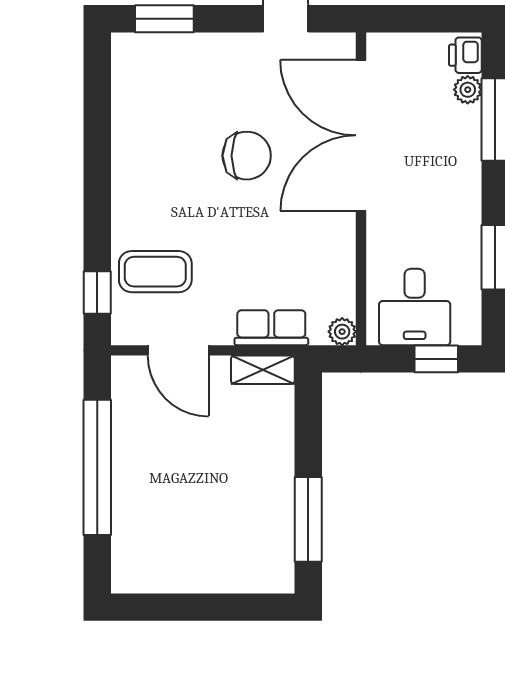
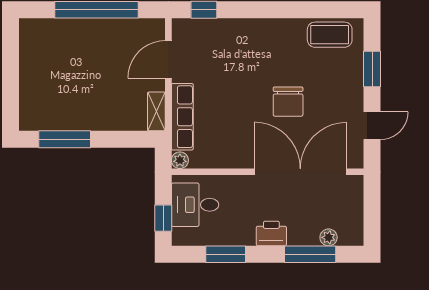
window: (164, 19) -> (372, 69), moved
printer: (465, 55) -> (271, 234), moved, width x1.36, depth x1.24
coffee table: (155, 272) -> (330, 35), moved, turned 90
row of seats: (271, 328) -> (182, 117), width x1.48

